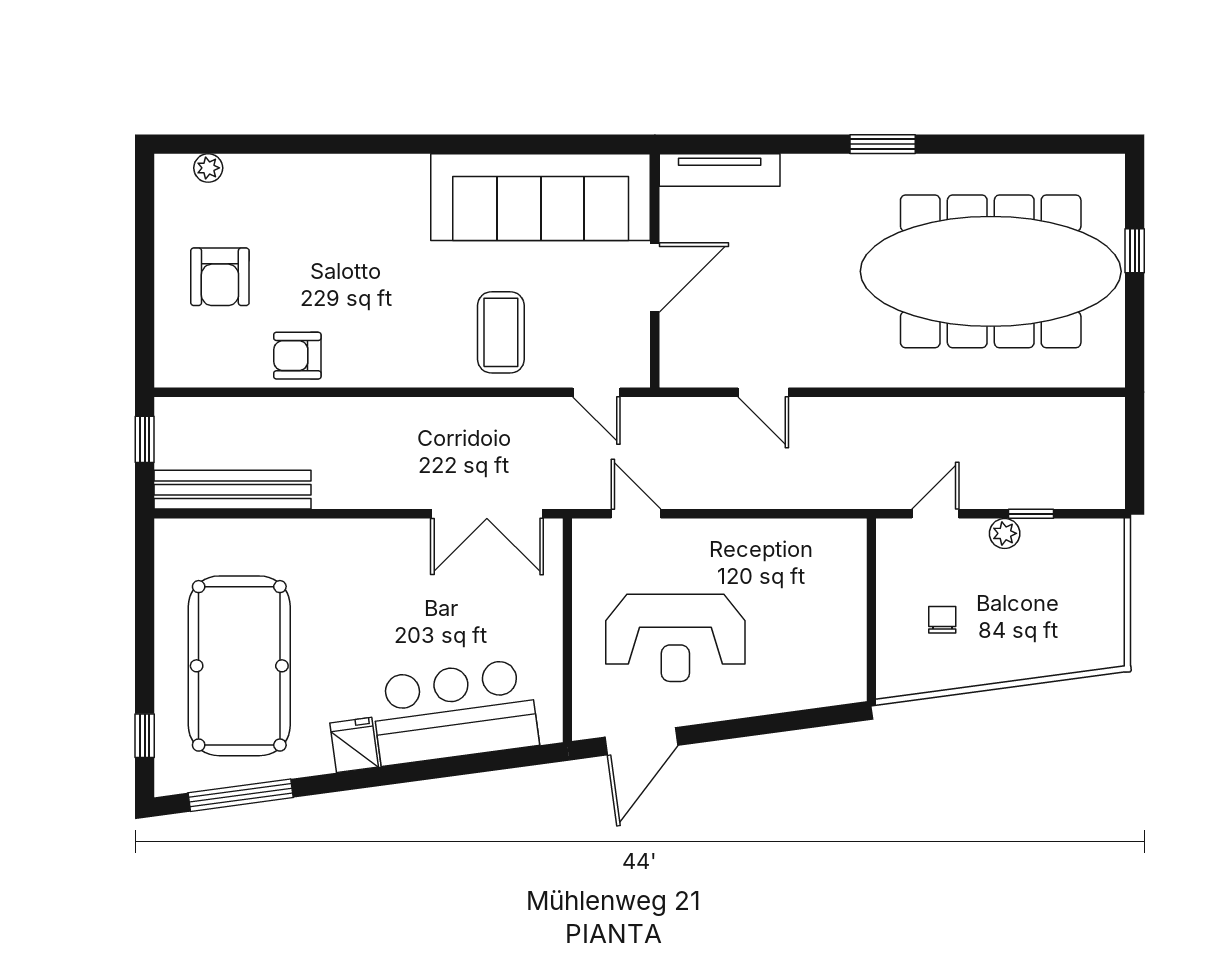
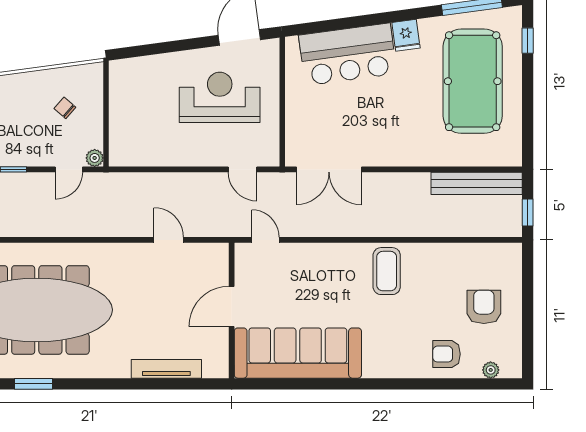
window: (883, 144) -> (33, 384), moved
tv unit: (720, 170) -> (166, 369), moved
coffee table: (501, 332) -> (387, 271), moved
armchair: (297, 356) -> (447, 354), moved, turned 180
double door: (487, 514) -> (329, 169), swing flipped
plant: (1005, 533) -> (95, 158), moved
chair: (942, 620) -> (65, 108), turned 131

